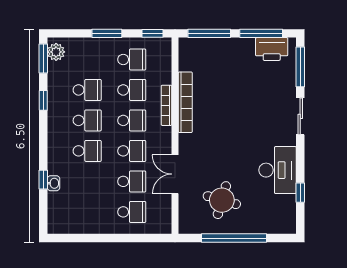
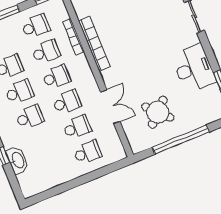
bookcase: (167, 105) -> (73, 37), moved
double door: (175, 174) -> (110, 107), swing flipped
washbasin: (53, 183) -> (17, 160), width x1.91, depth x1.45
round table: (222, 200) -> (158, 112), turned 30

